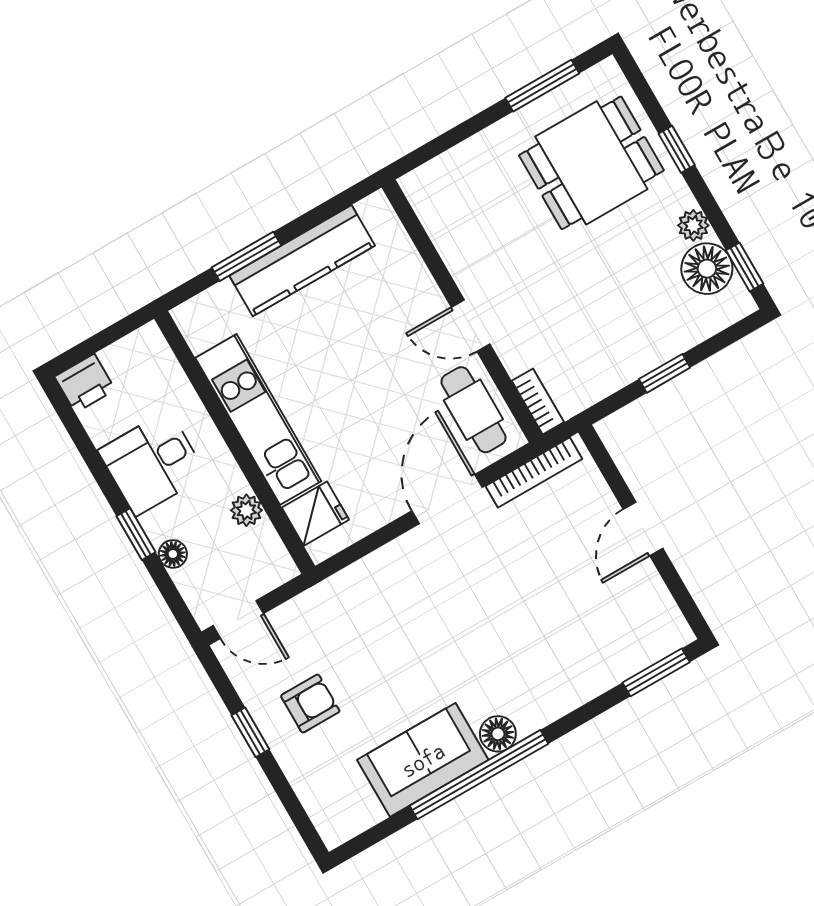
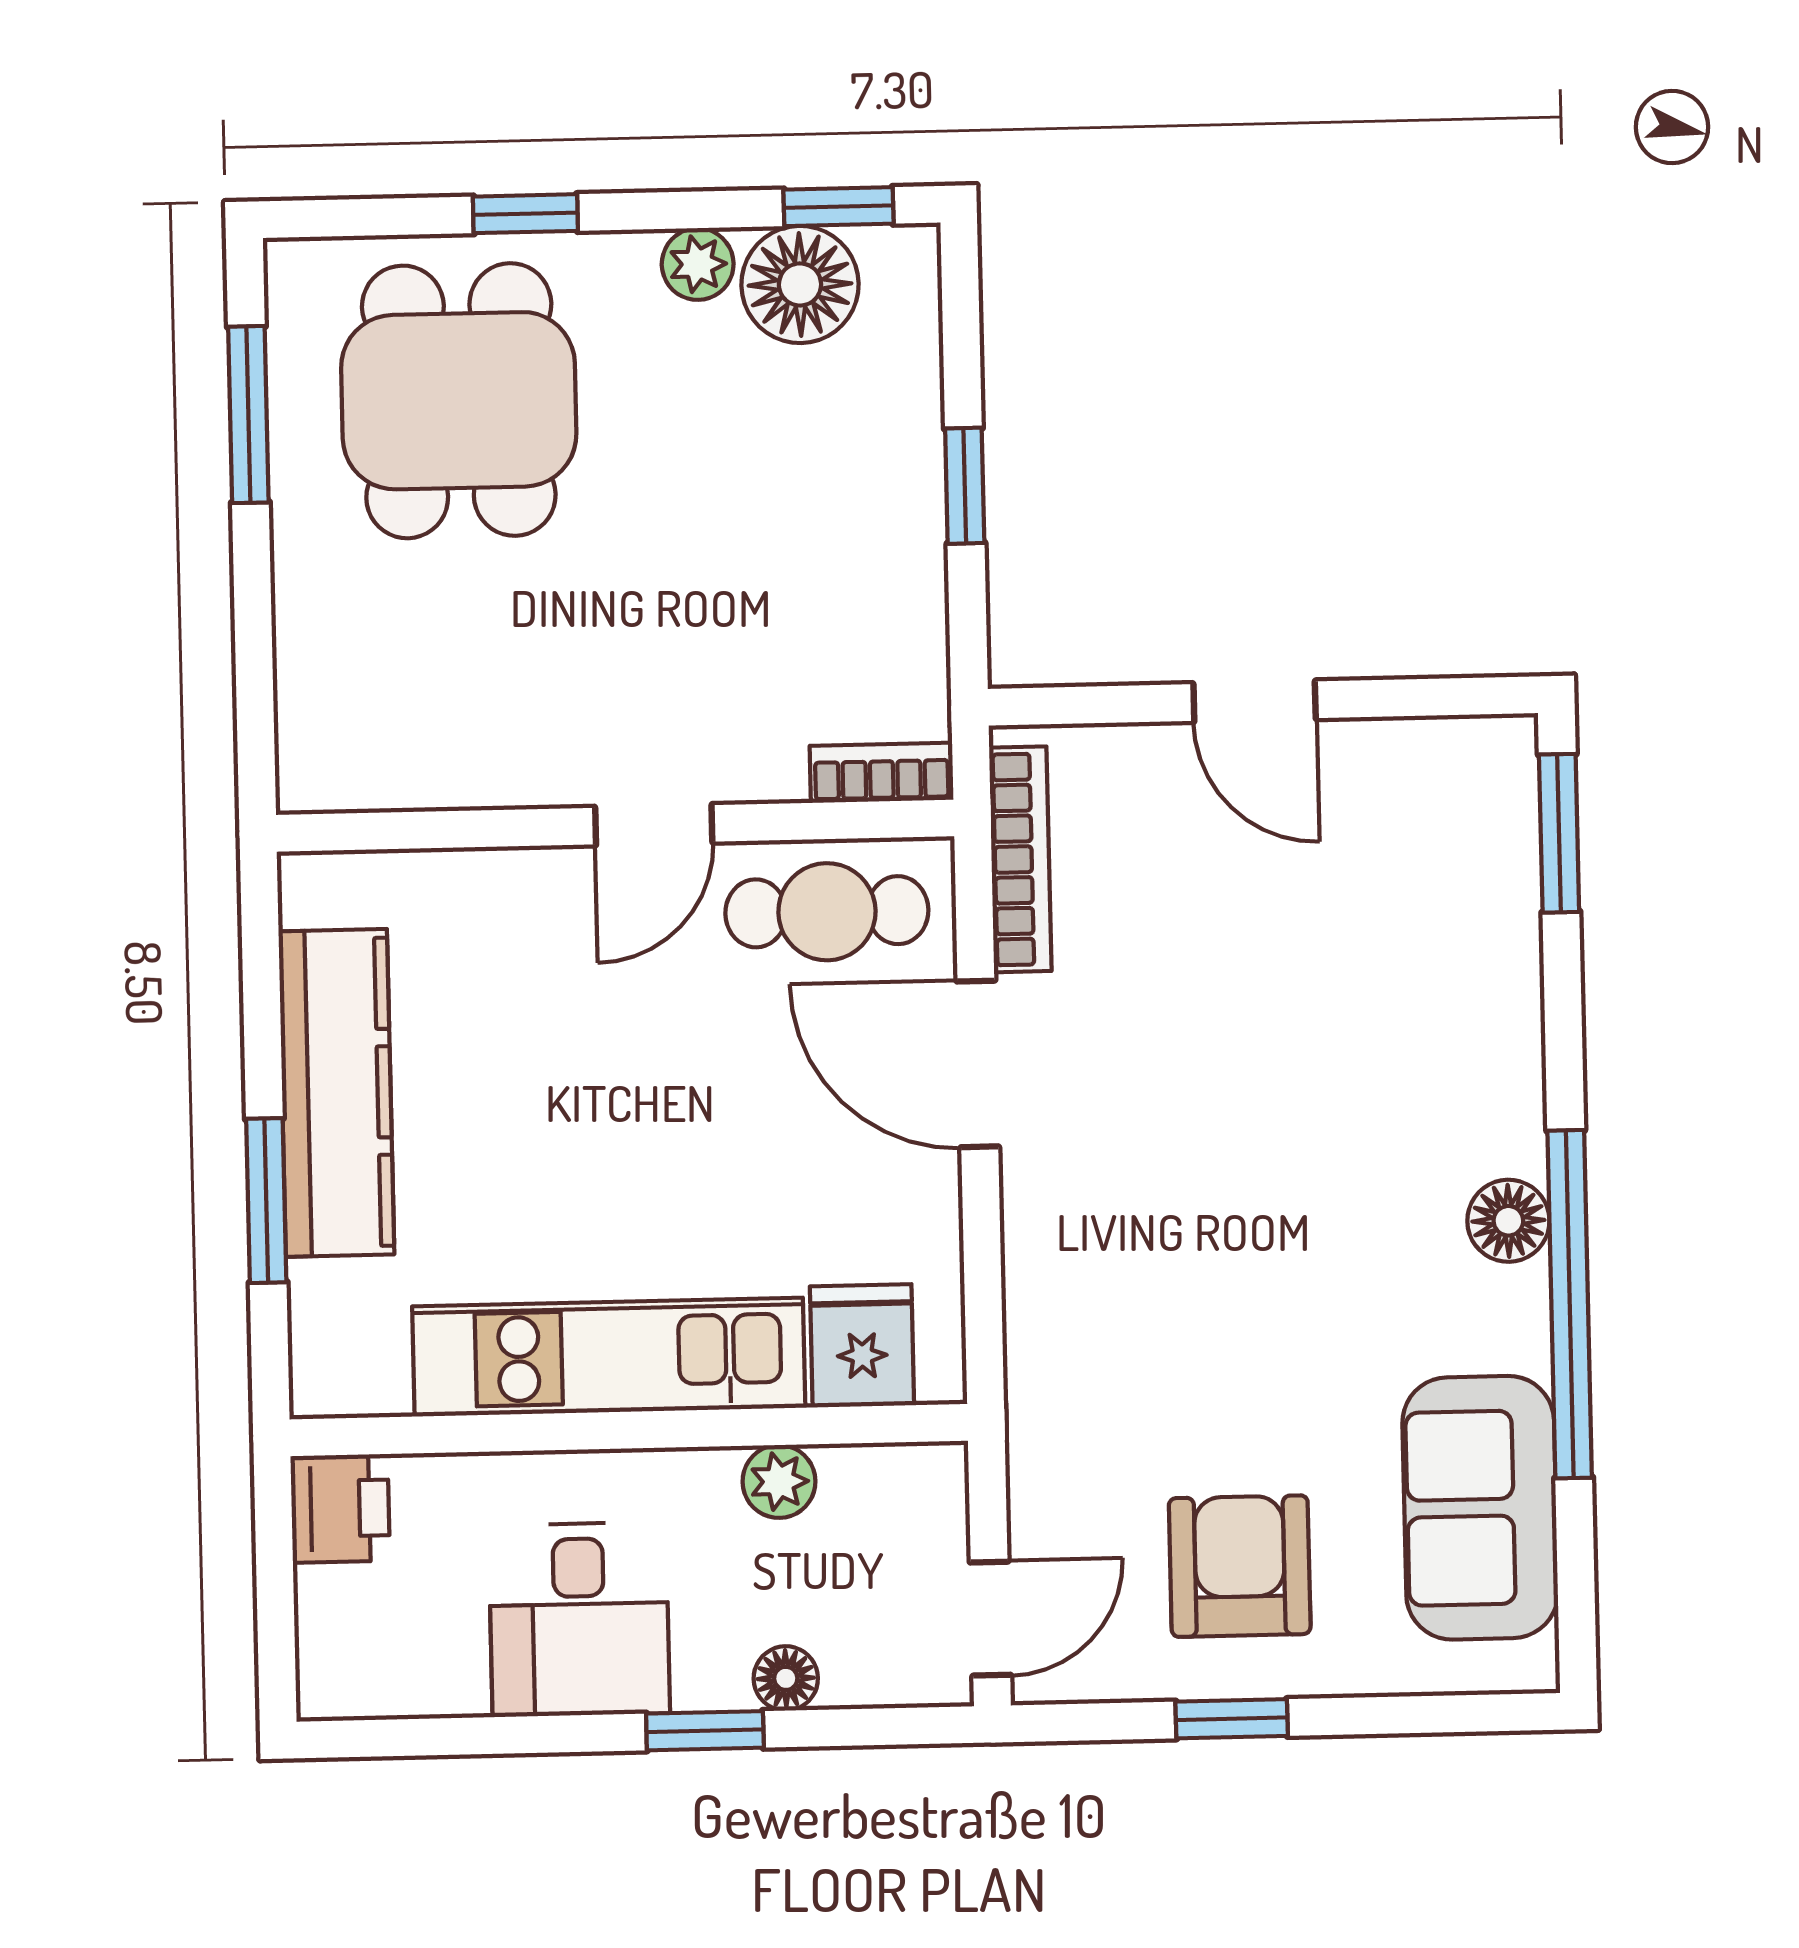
printer: (85, 383) -> (340, 1508), moved
armchair: (310, 704) -> (1240, 1566), width x1.38, depth x1.38
sofa: (423, 760) -> (1480, 1508), moved

